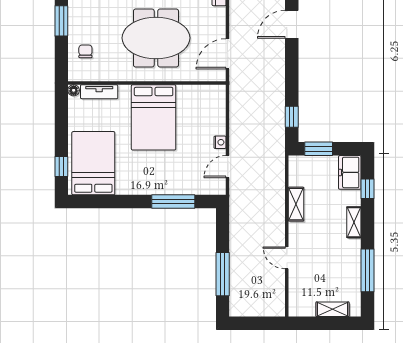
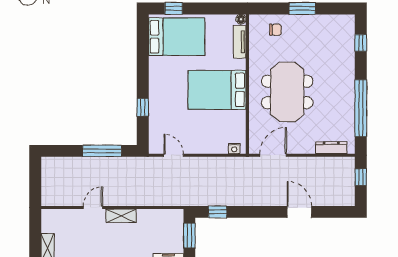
door: (228, 54) -> (273, 155), hinge flipped
nightstand: (220, 142) -> (234, 149), moved
window: (173, 201) -> (143, 107), width x0.46
shelving: (296, 204) -> (121, 216), moved
window: (223, 274) -> (102, 151), moved

